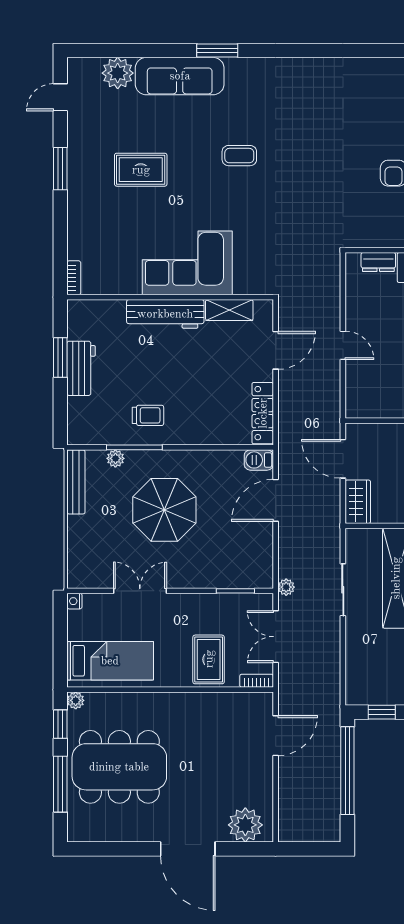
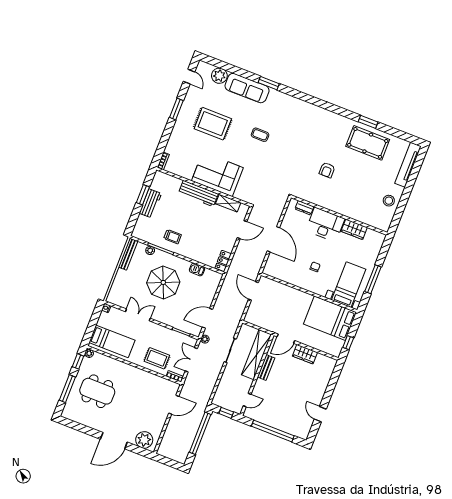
door: (60, 97) -> (189, 77), swing flipped
rug: (141, 170) -> (213, 124), width x1.36, depth x1.43
door: (343, 345) -> (273, 239), width x1.88
locker: (263, 413) -> (223, 261), width x0.66
barbecue: (259, 460) -> (197, 269), moved
door: (276, 500) -> (207, 318), moved
wardrobe: (358, 502) -> (253, 313), removed
rug: (209, 659) -> (157, 358), turned 90
dining table: (119, 767) -> (97, 391), width x0.73, depth x0.80
door: (188, 849) -> (114, 441), hinge flipped

